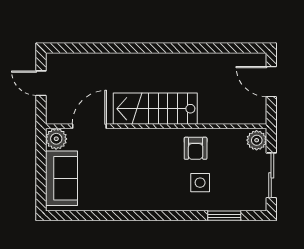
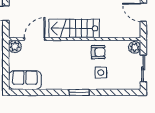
armchair: (196, 148) -> (98, 52), turned -90
sofa: (61, 178) -> (25, 80), moved, turned -90
window: (224, 216) -> (79, 92), moved

